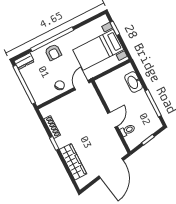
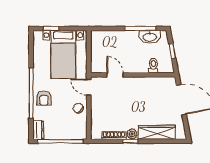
armchair: (53, 52) -> (44, 98), turned 90
washbasin: (134, 82) -> (150, 37), moved
door: (112, 120) -> (115, 75), moved
plant: (61, 142) -> (132, 134), added

